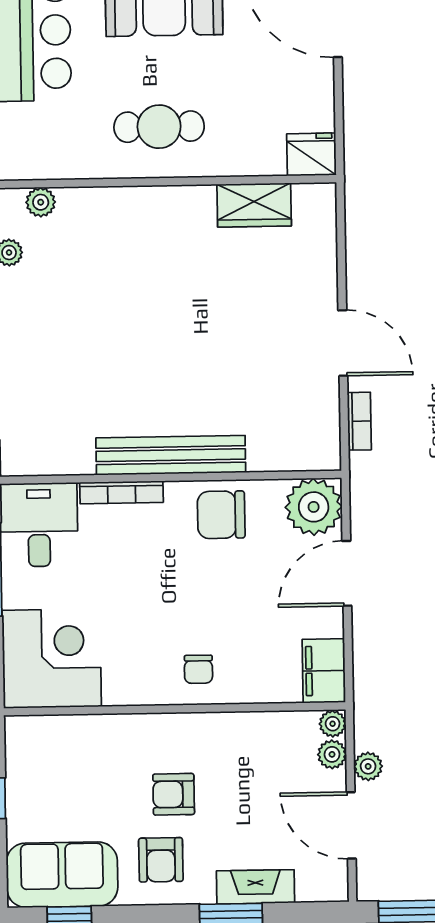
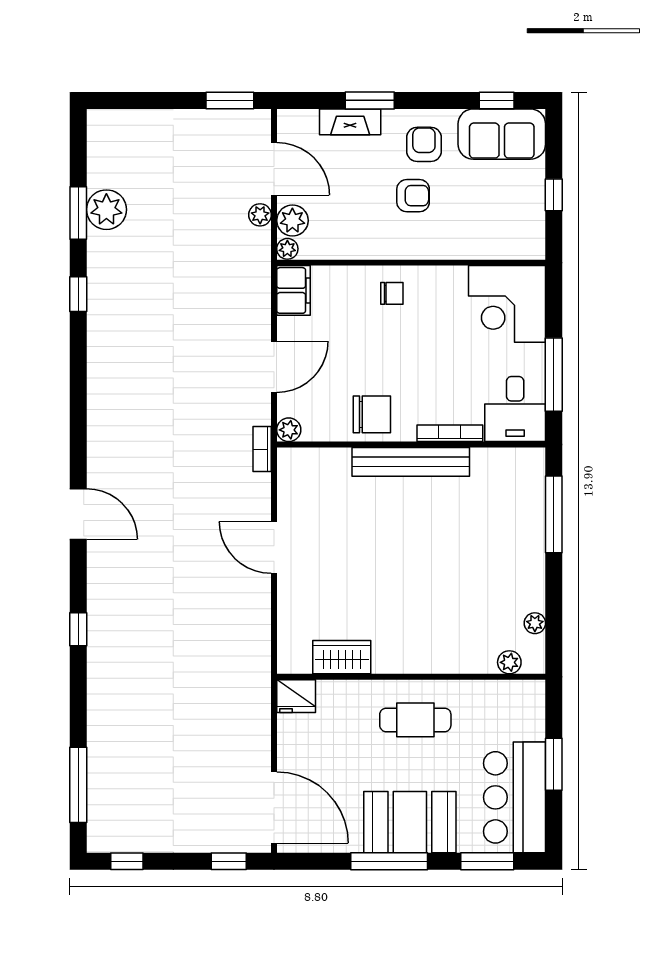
bookcase: (359, 421) -> (262, 449), moved
plant: (314, 507) -> (289, 430), width x0.53, depth x0.53
chair: (198, 669) -> (392, 293), turned 90
plant: (332, 754) -> (292, 221), width x1.38, depth x1.38

